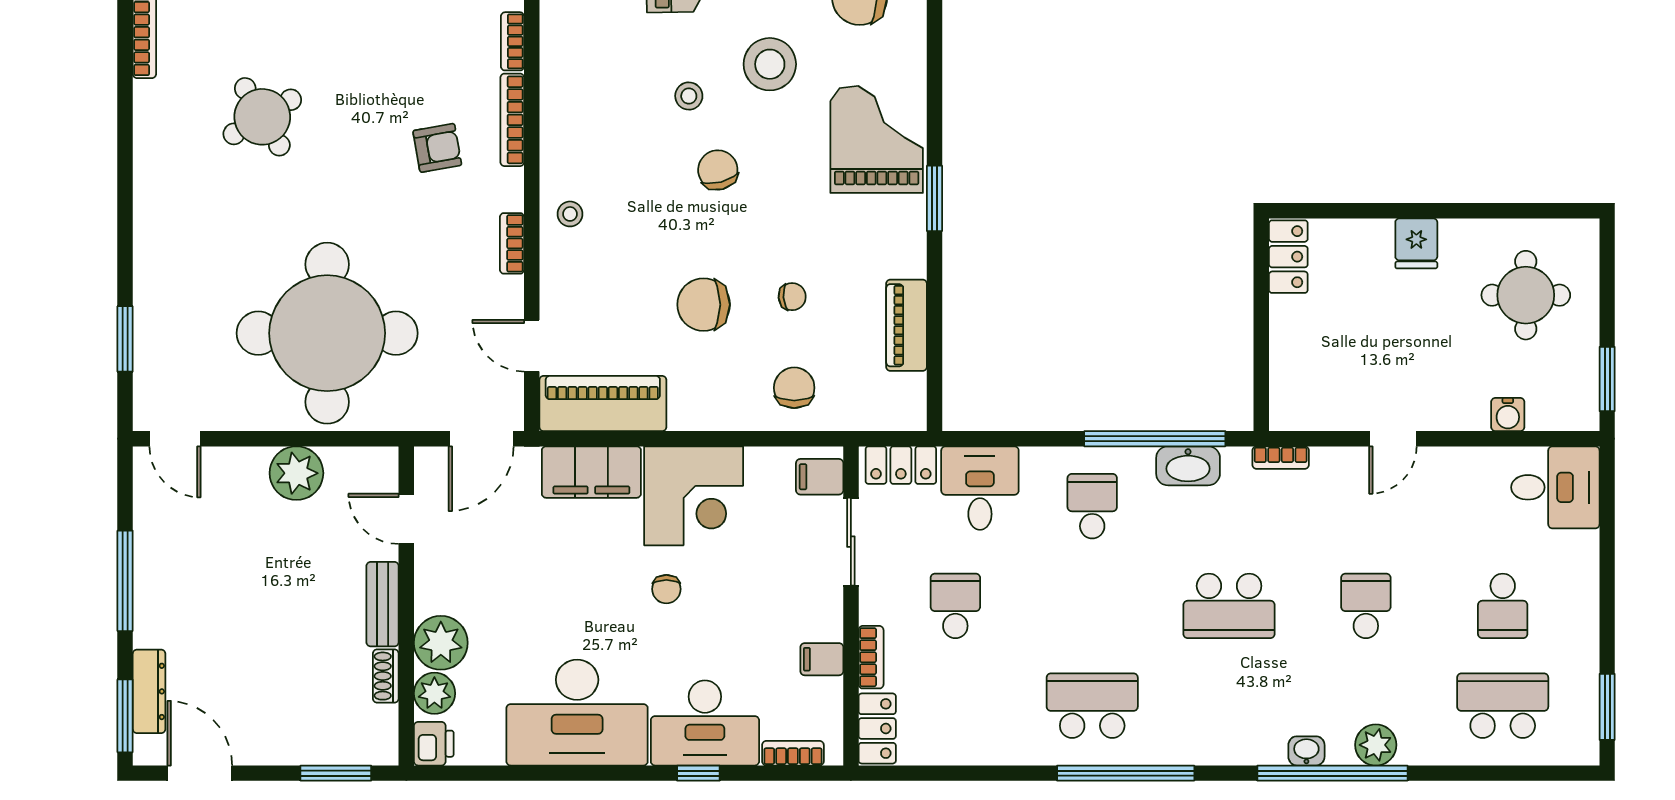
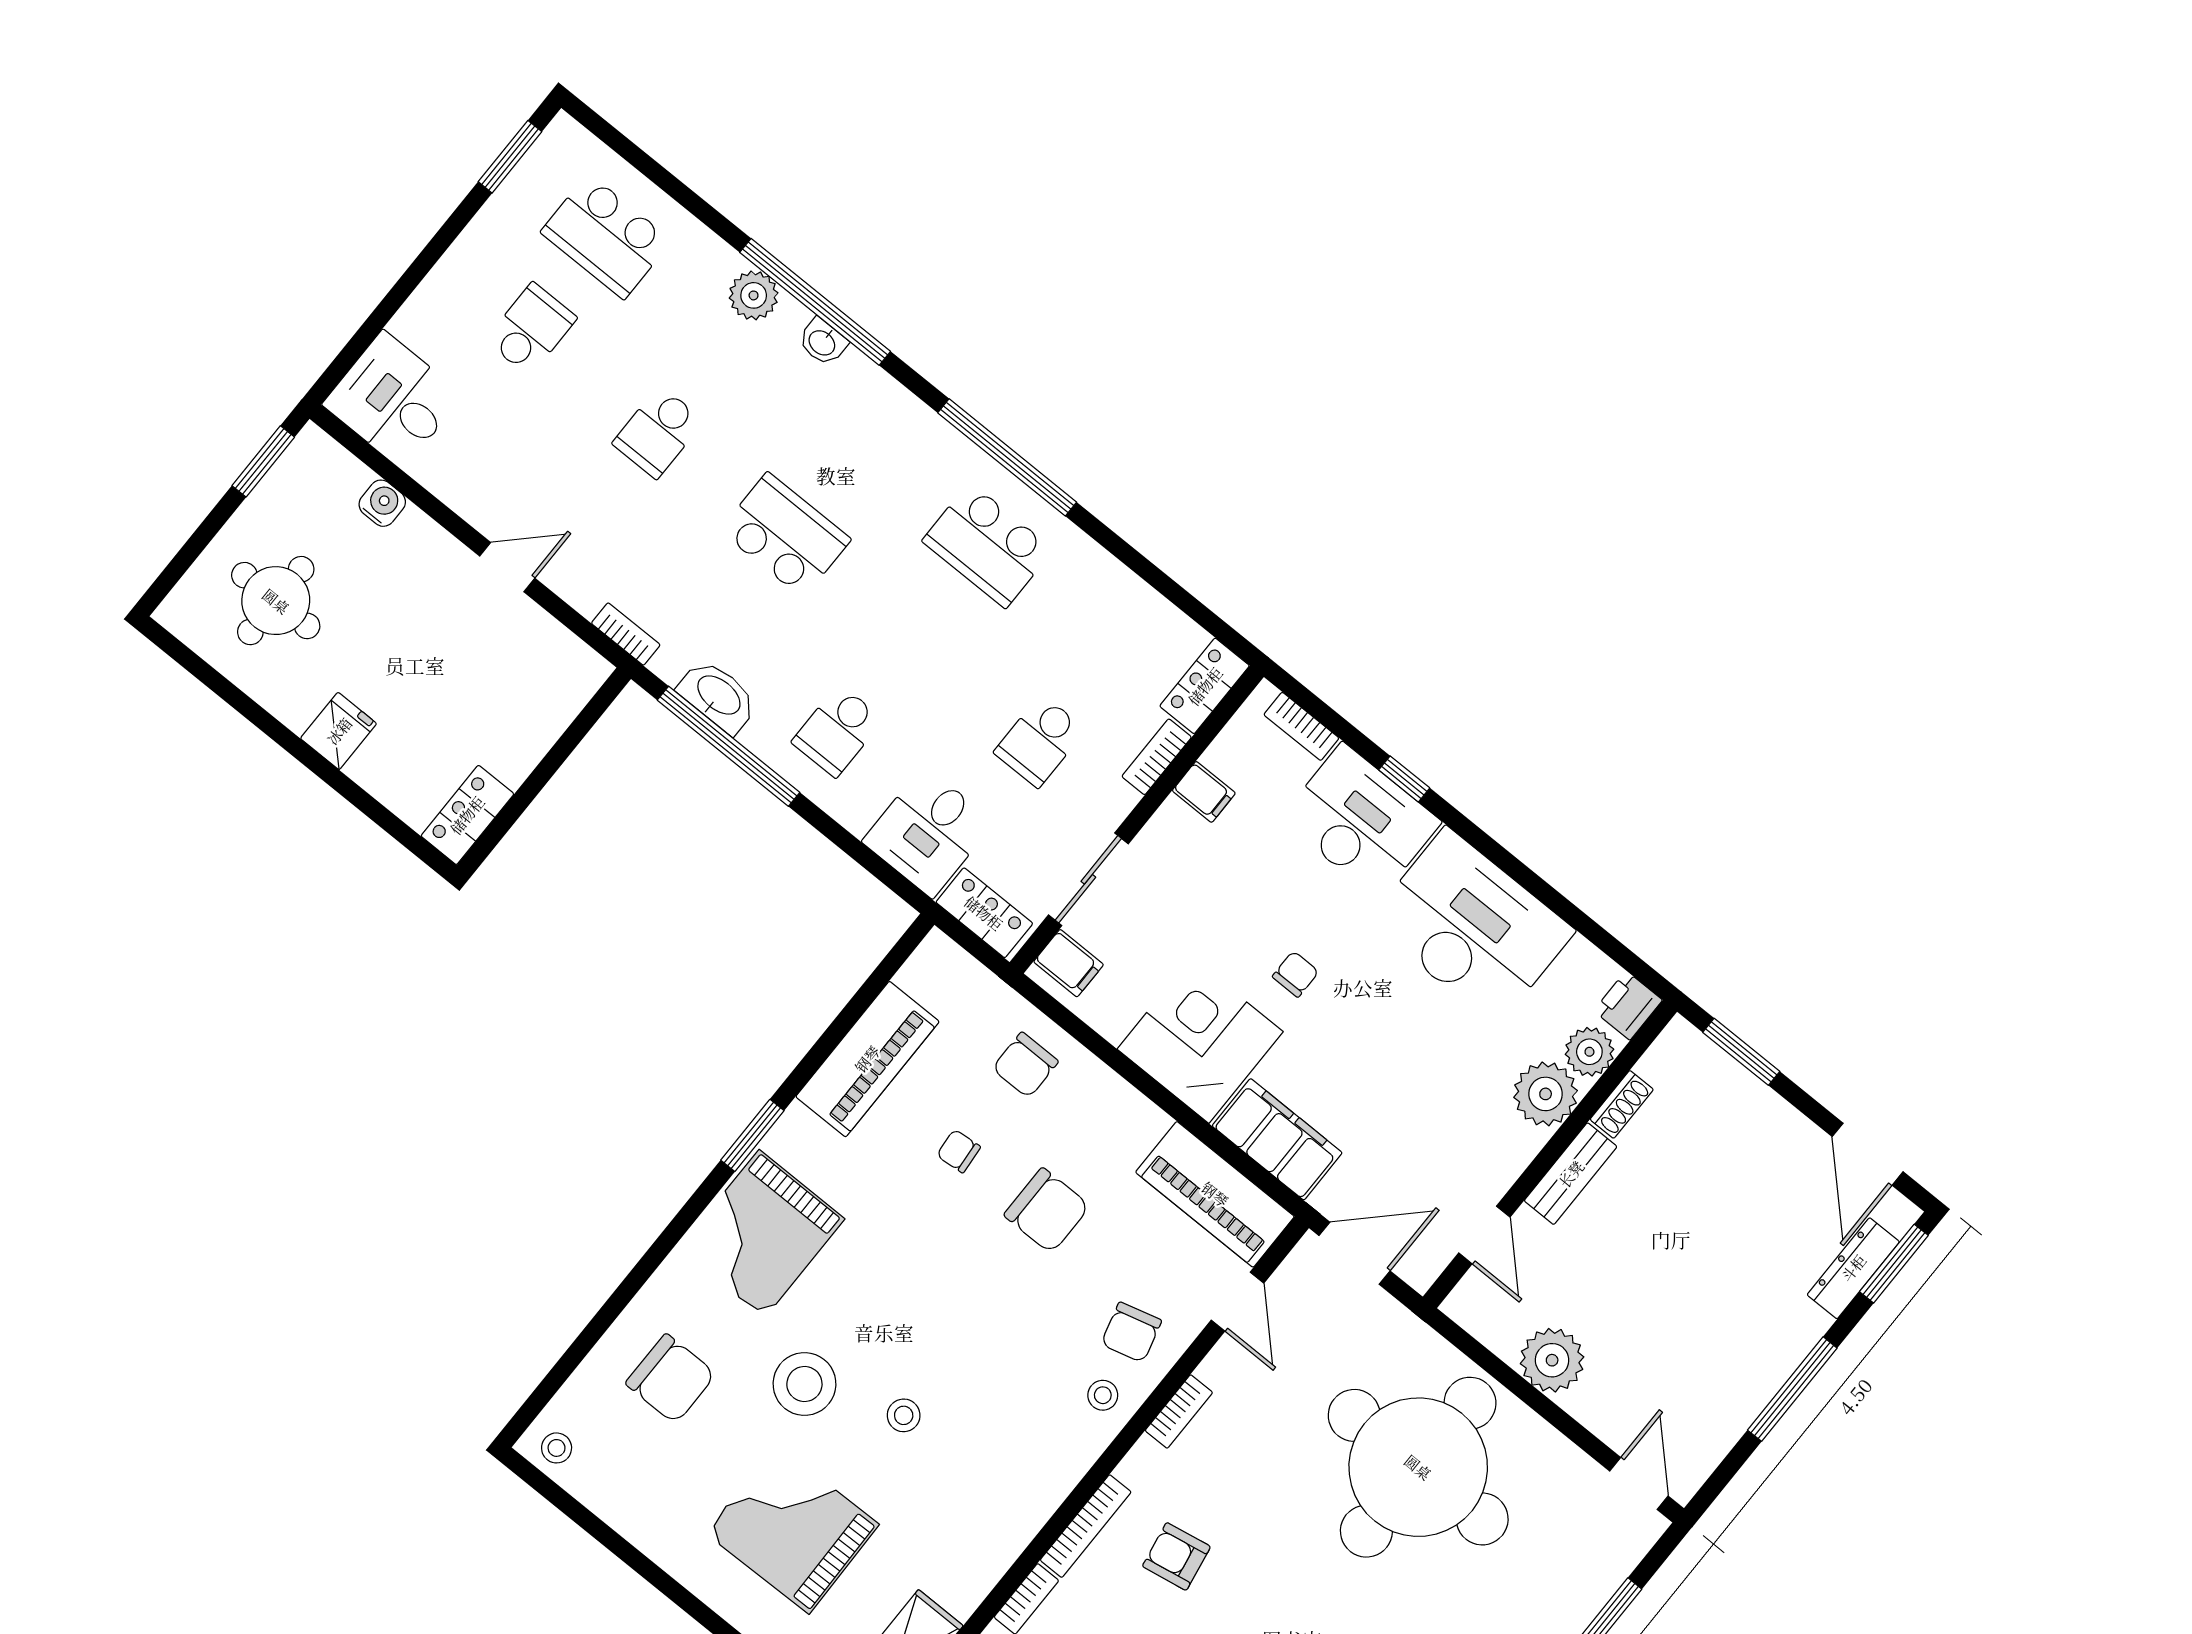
chair: (718, 170) -> (1131, 1332), moved
piano: (907, 325) -> (867, 1059), width x1.37, depth x1.33

